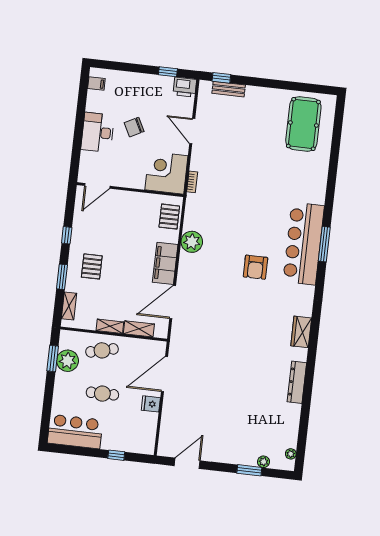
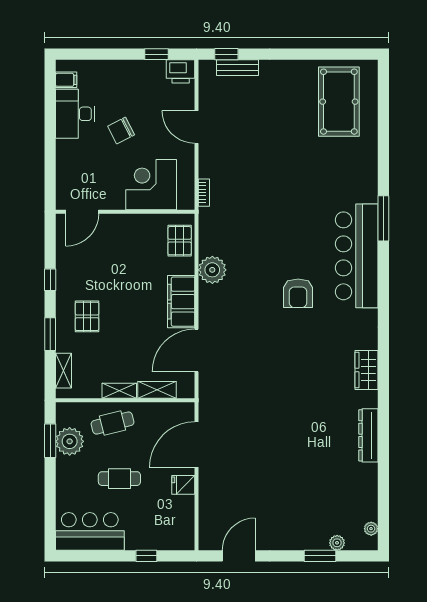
desk: (98, 132) -> (75, 114), moved
corner desk: (166, 173) -> (151, 185), moved
window: (324, 244) -> (383, 218), moved

